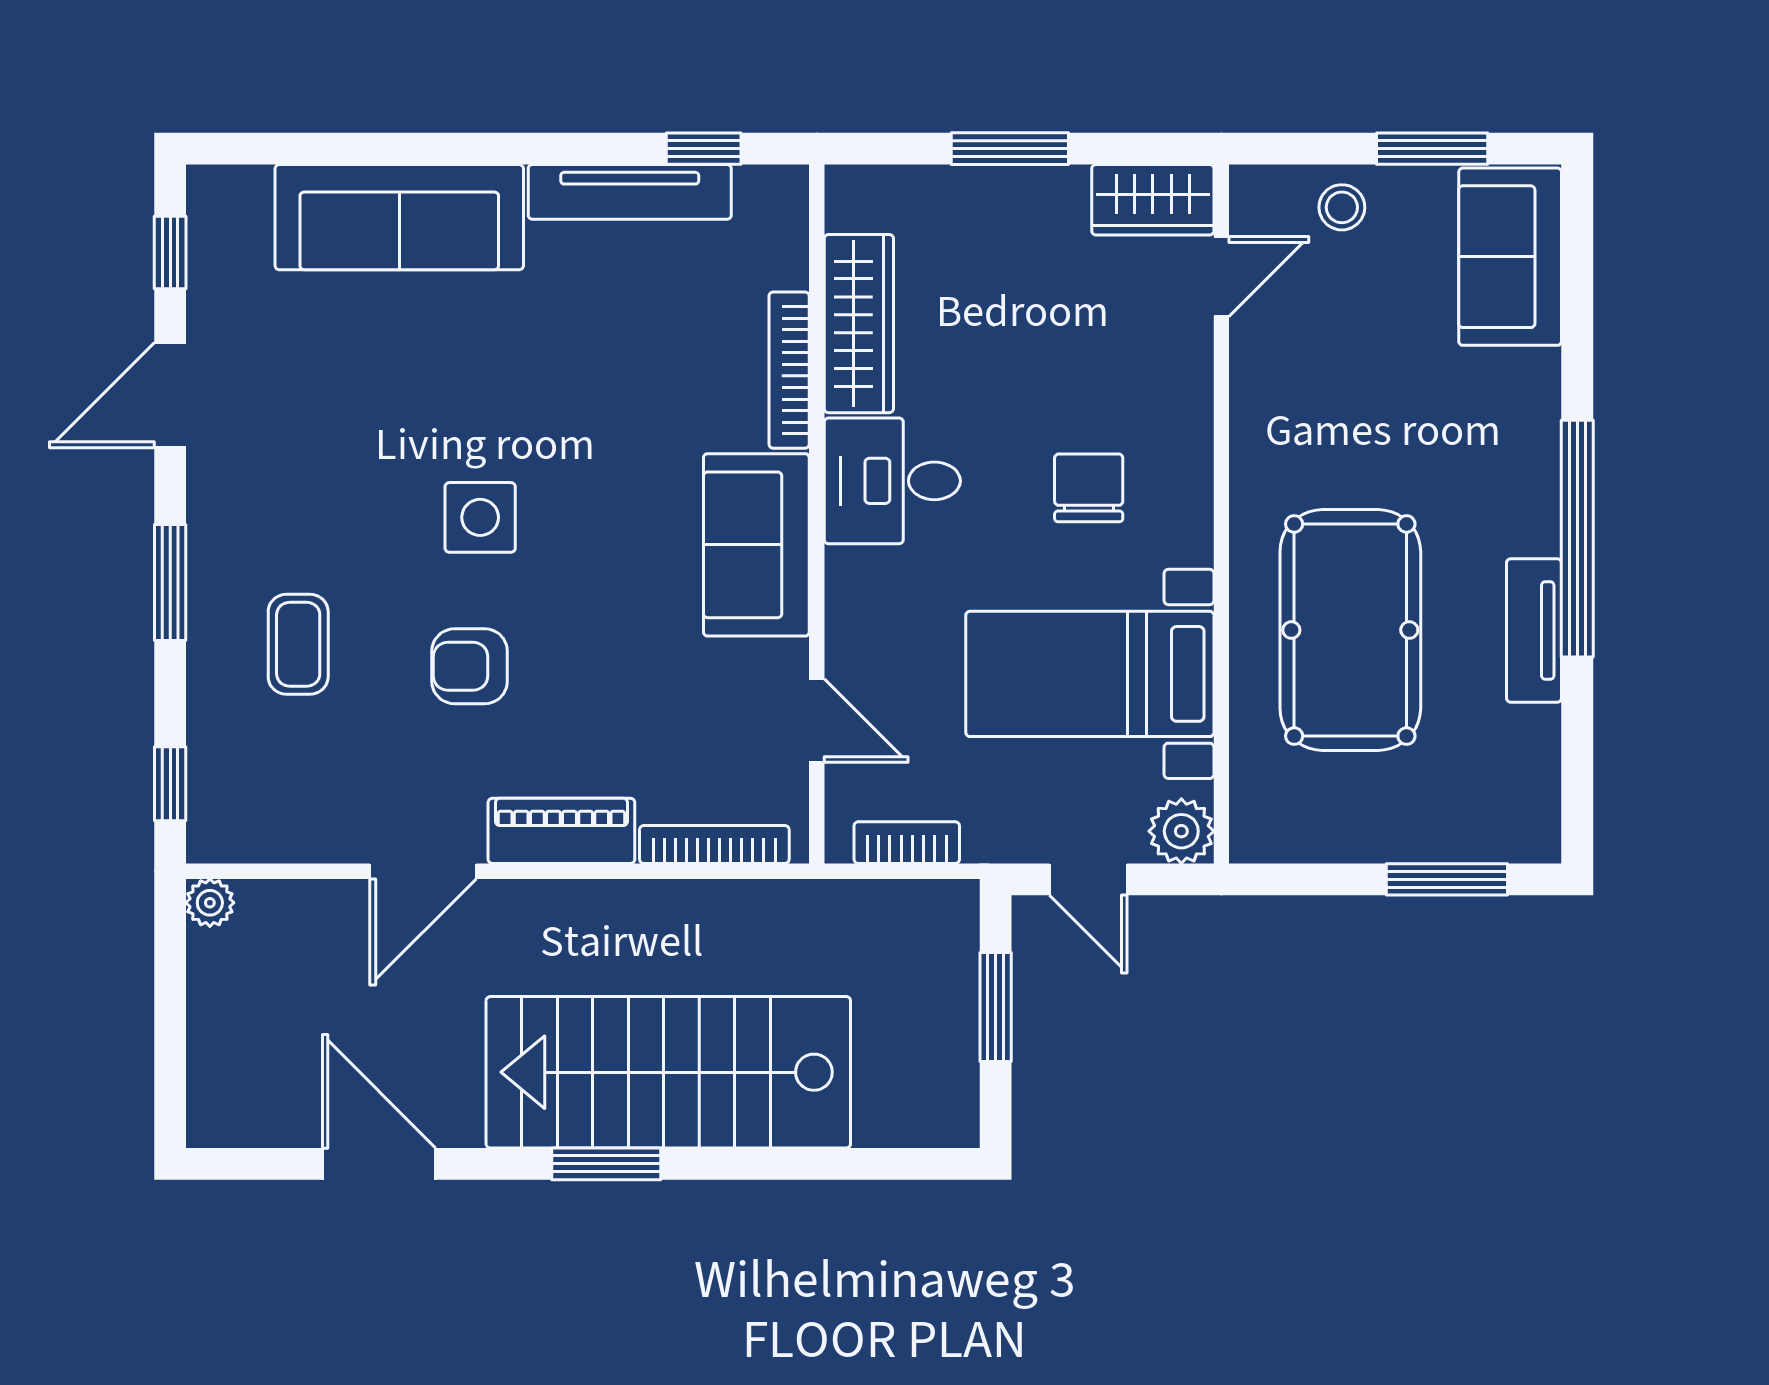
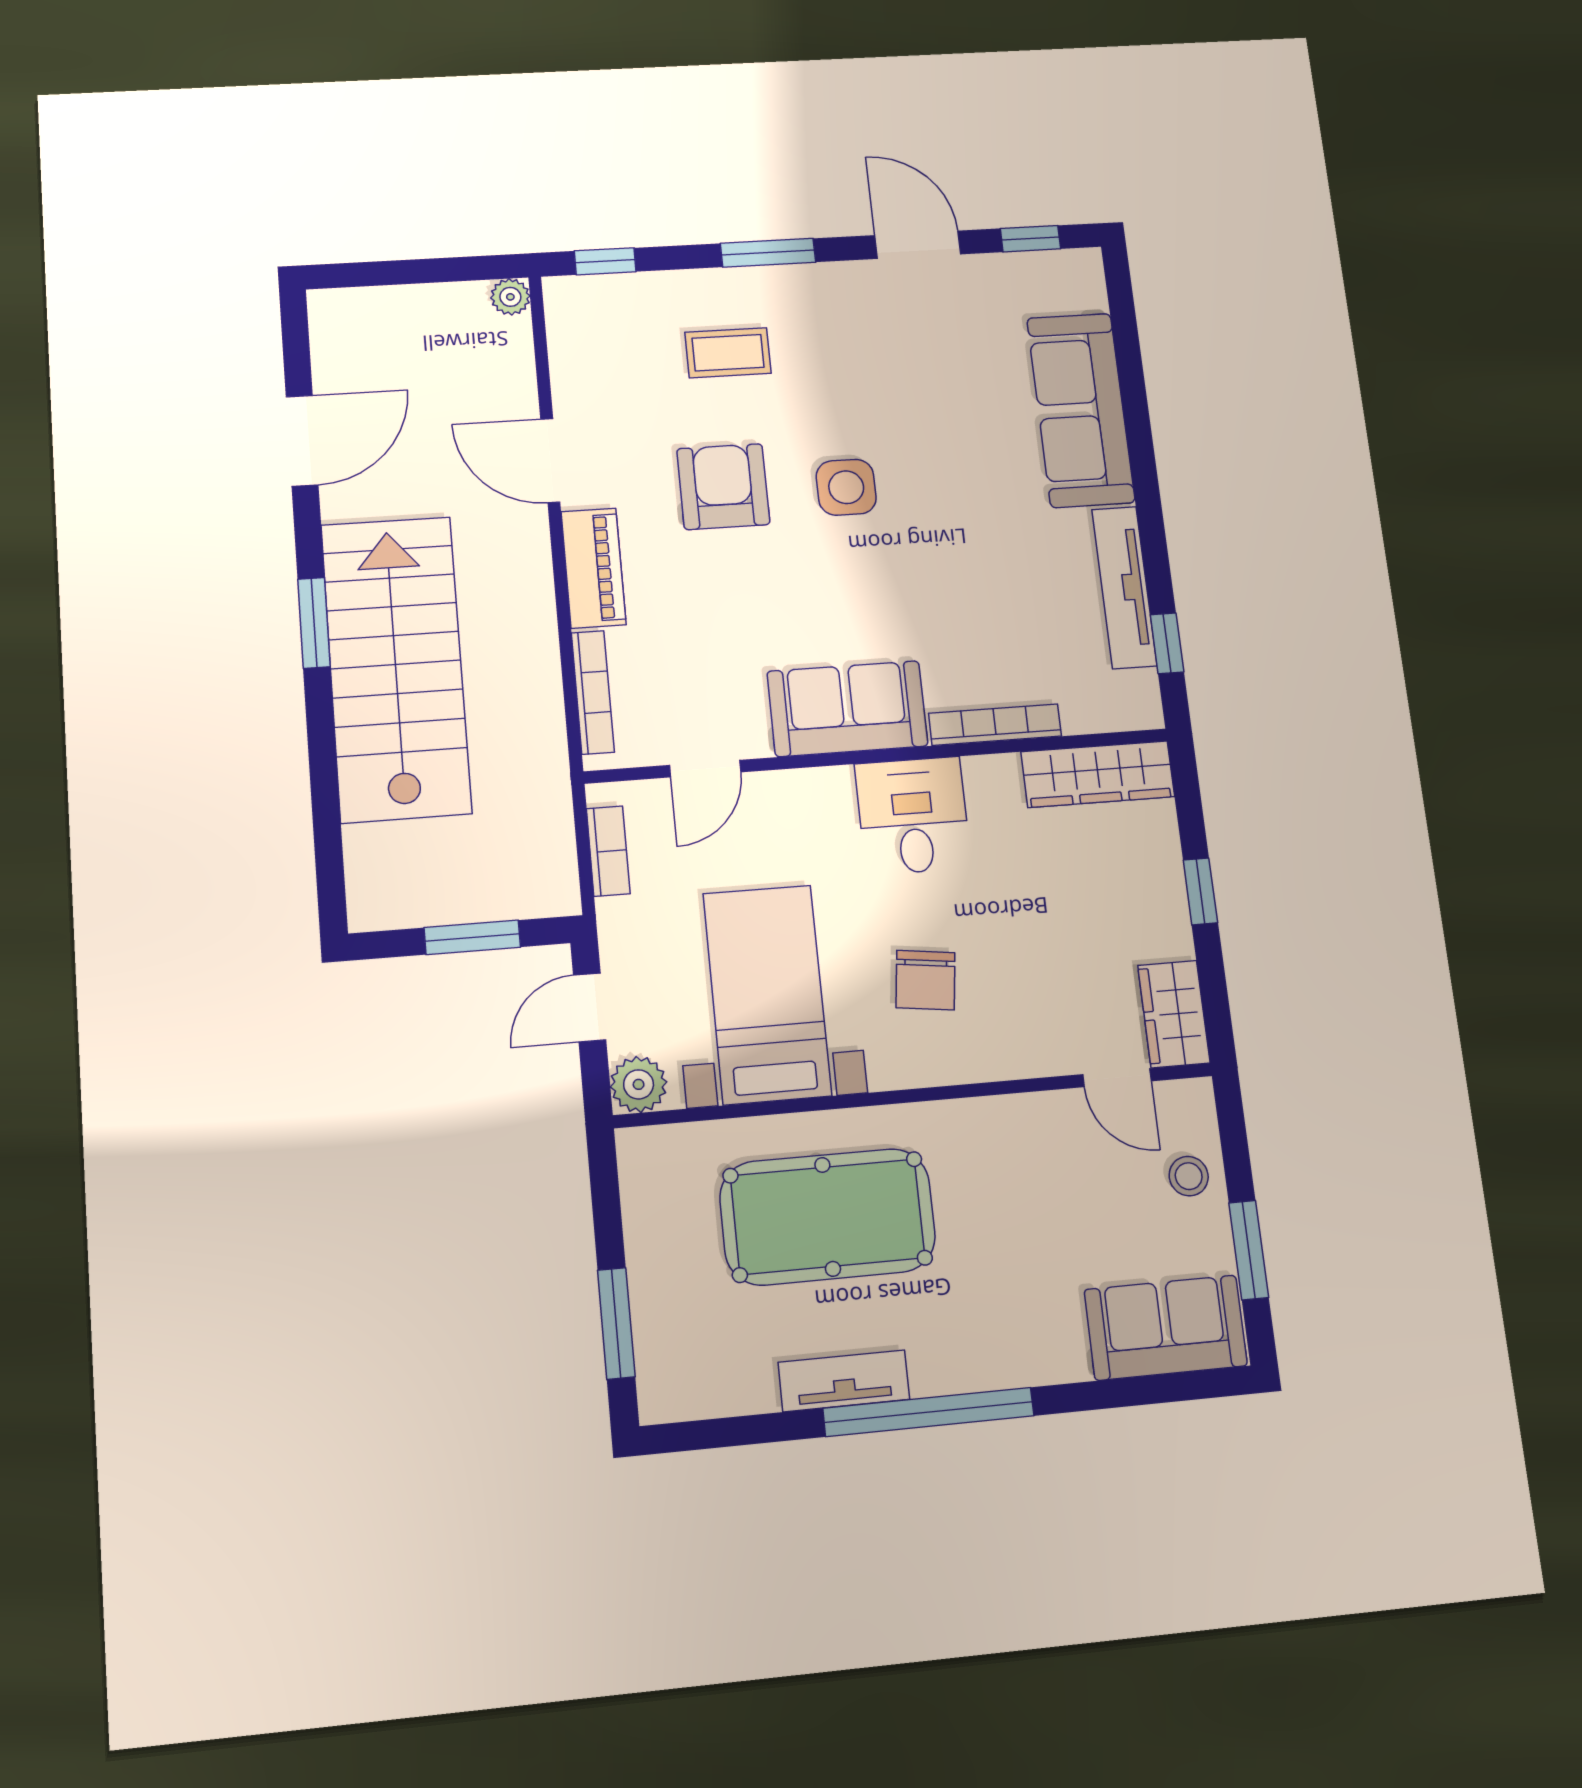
window: (1010, 149) -> (1200, 891), width x0.67
wardrobe: (859, 324) -> (1098, 774), moved
chair: (1089, 488) -> (925, 980), turned 97
armchair: (470, 666) -> (723, 487), width x1.38, depth x1.38

